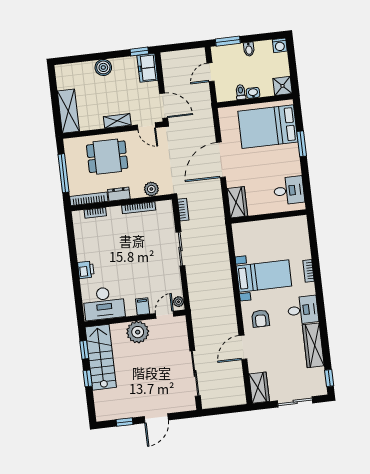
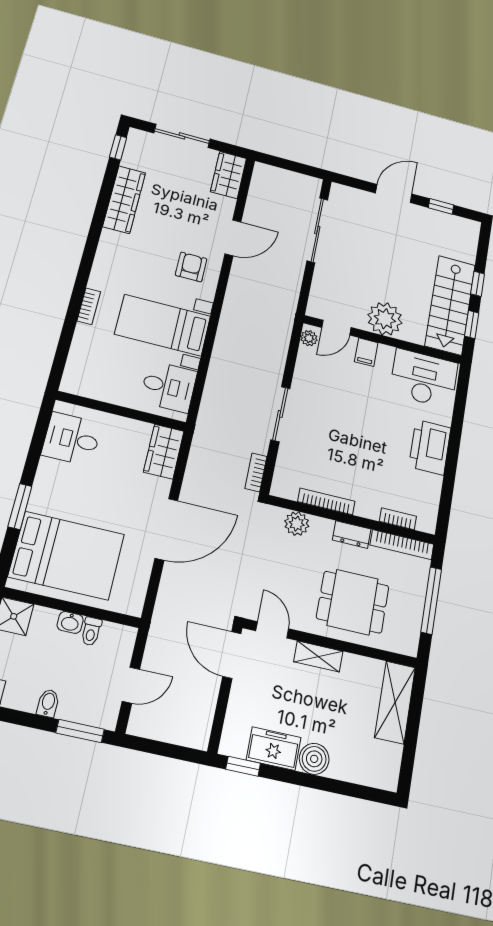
freezer: (147, 68) -> (274, 749), moved, turned -90
printer: (86, 270) -> (430, 447), width x1.87, depth x1.48
desk: (303, 310) -> (169, 387), moved, turned 180

